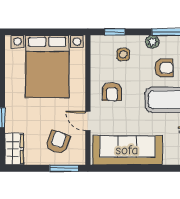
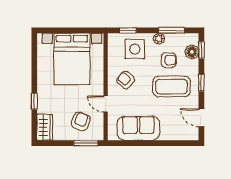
side table: (123, 54) -> (135, 49), width x1.87, depth x1.87
armchair: (112, 92) -> (126, 80), turned 130
sofa: (127, 150) -> (138, 128), width x0.73

